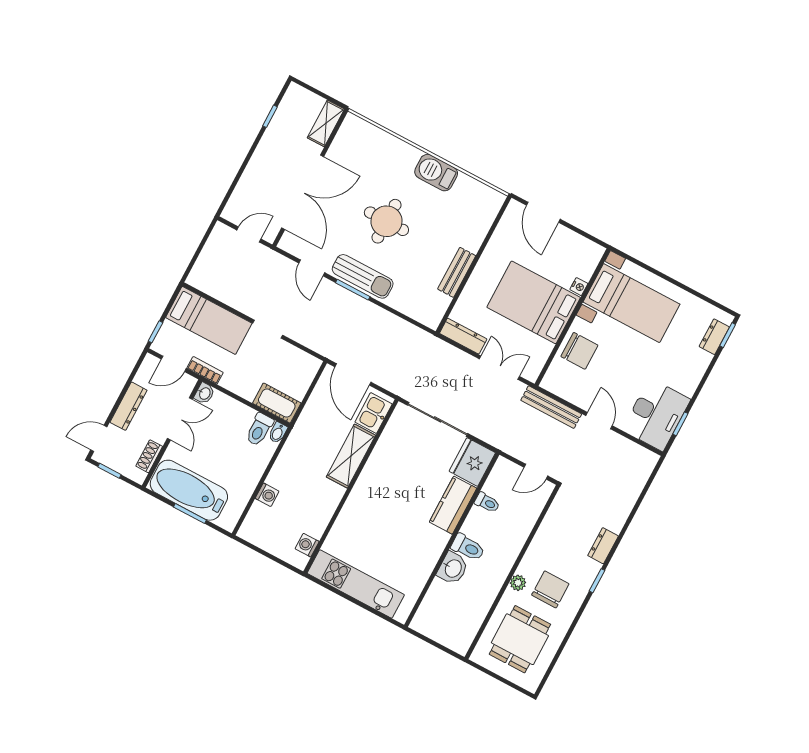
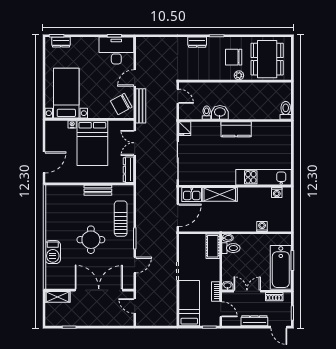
barbecue: (436, 173) -> (53, 252), moved
sun lounger: (363, 276) -> (121, 219), moved
chair: (579, 351) -> (121, 104), moved, turned -119
fridge: (472, 462) -> (185, 129), width x0.53, depth x0.75
kitchen counter: (453, 505) -> (236, 129), moved
toilet: (468, 547) -> (286, 110), moved
washbasin: (453, 568) -> (220, 112), moved
kitchen unit: (356, 584) -> (264, 177), moved, turned 90
dining table: (520, 639) -> (267, 59), width x1.38

